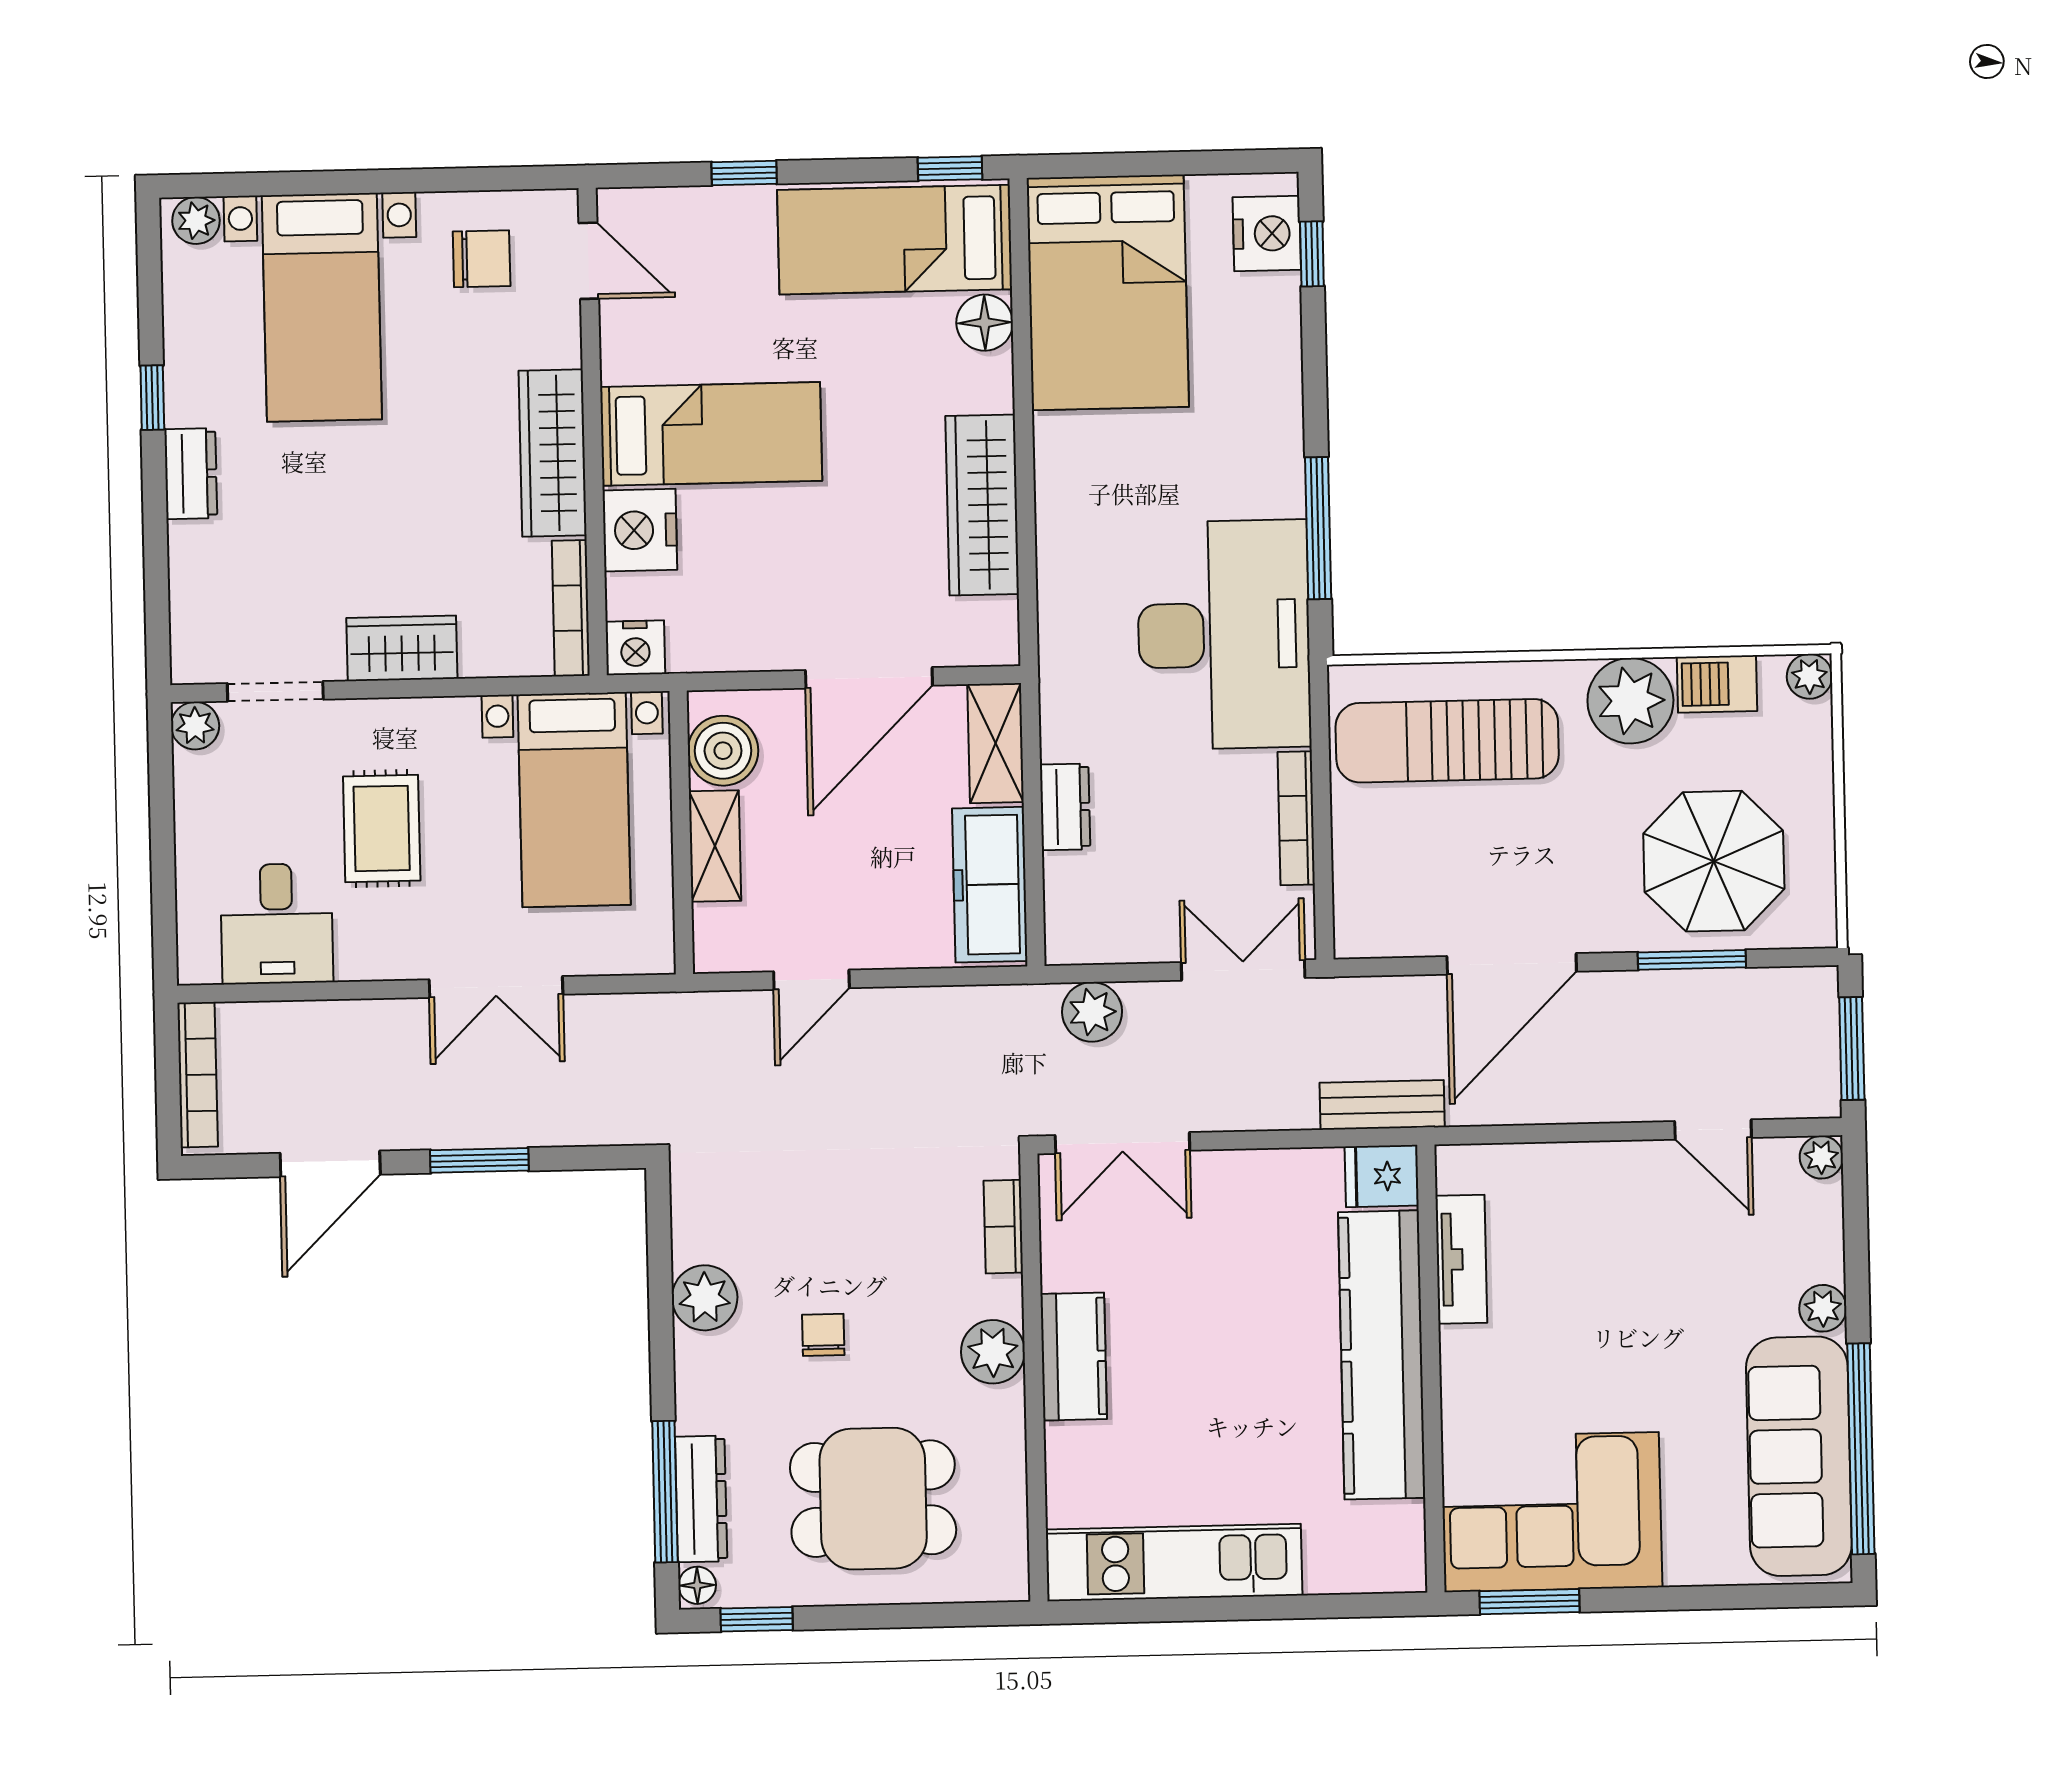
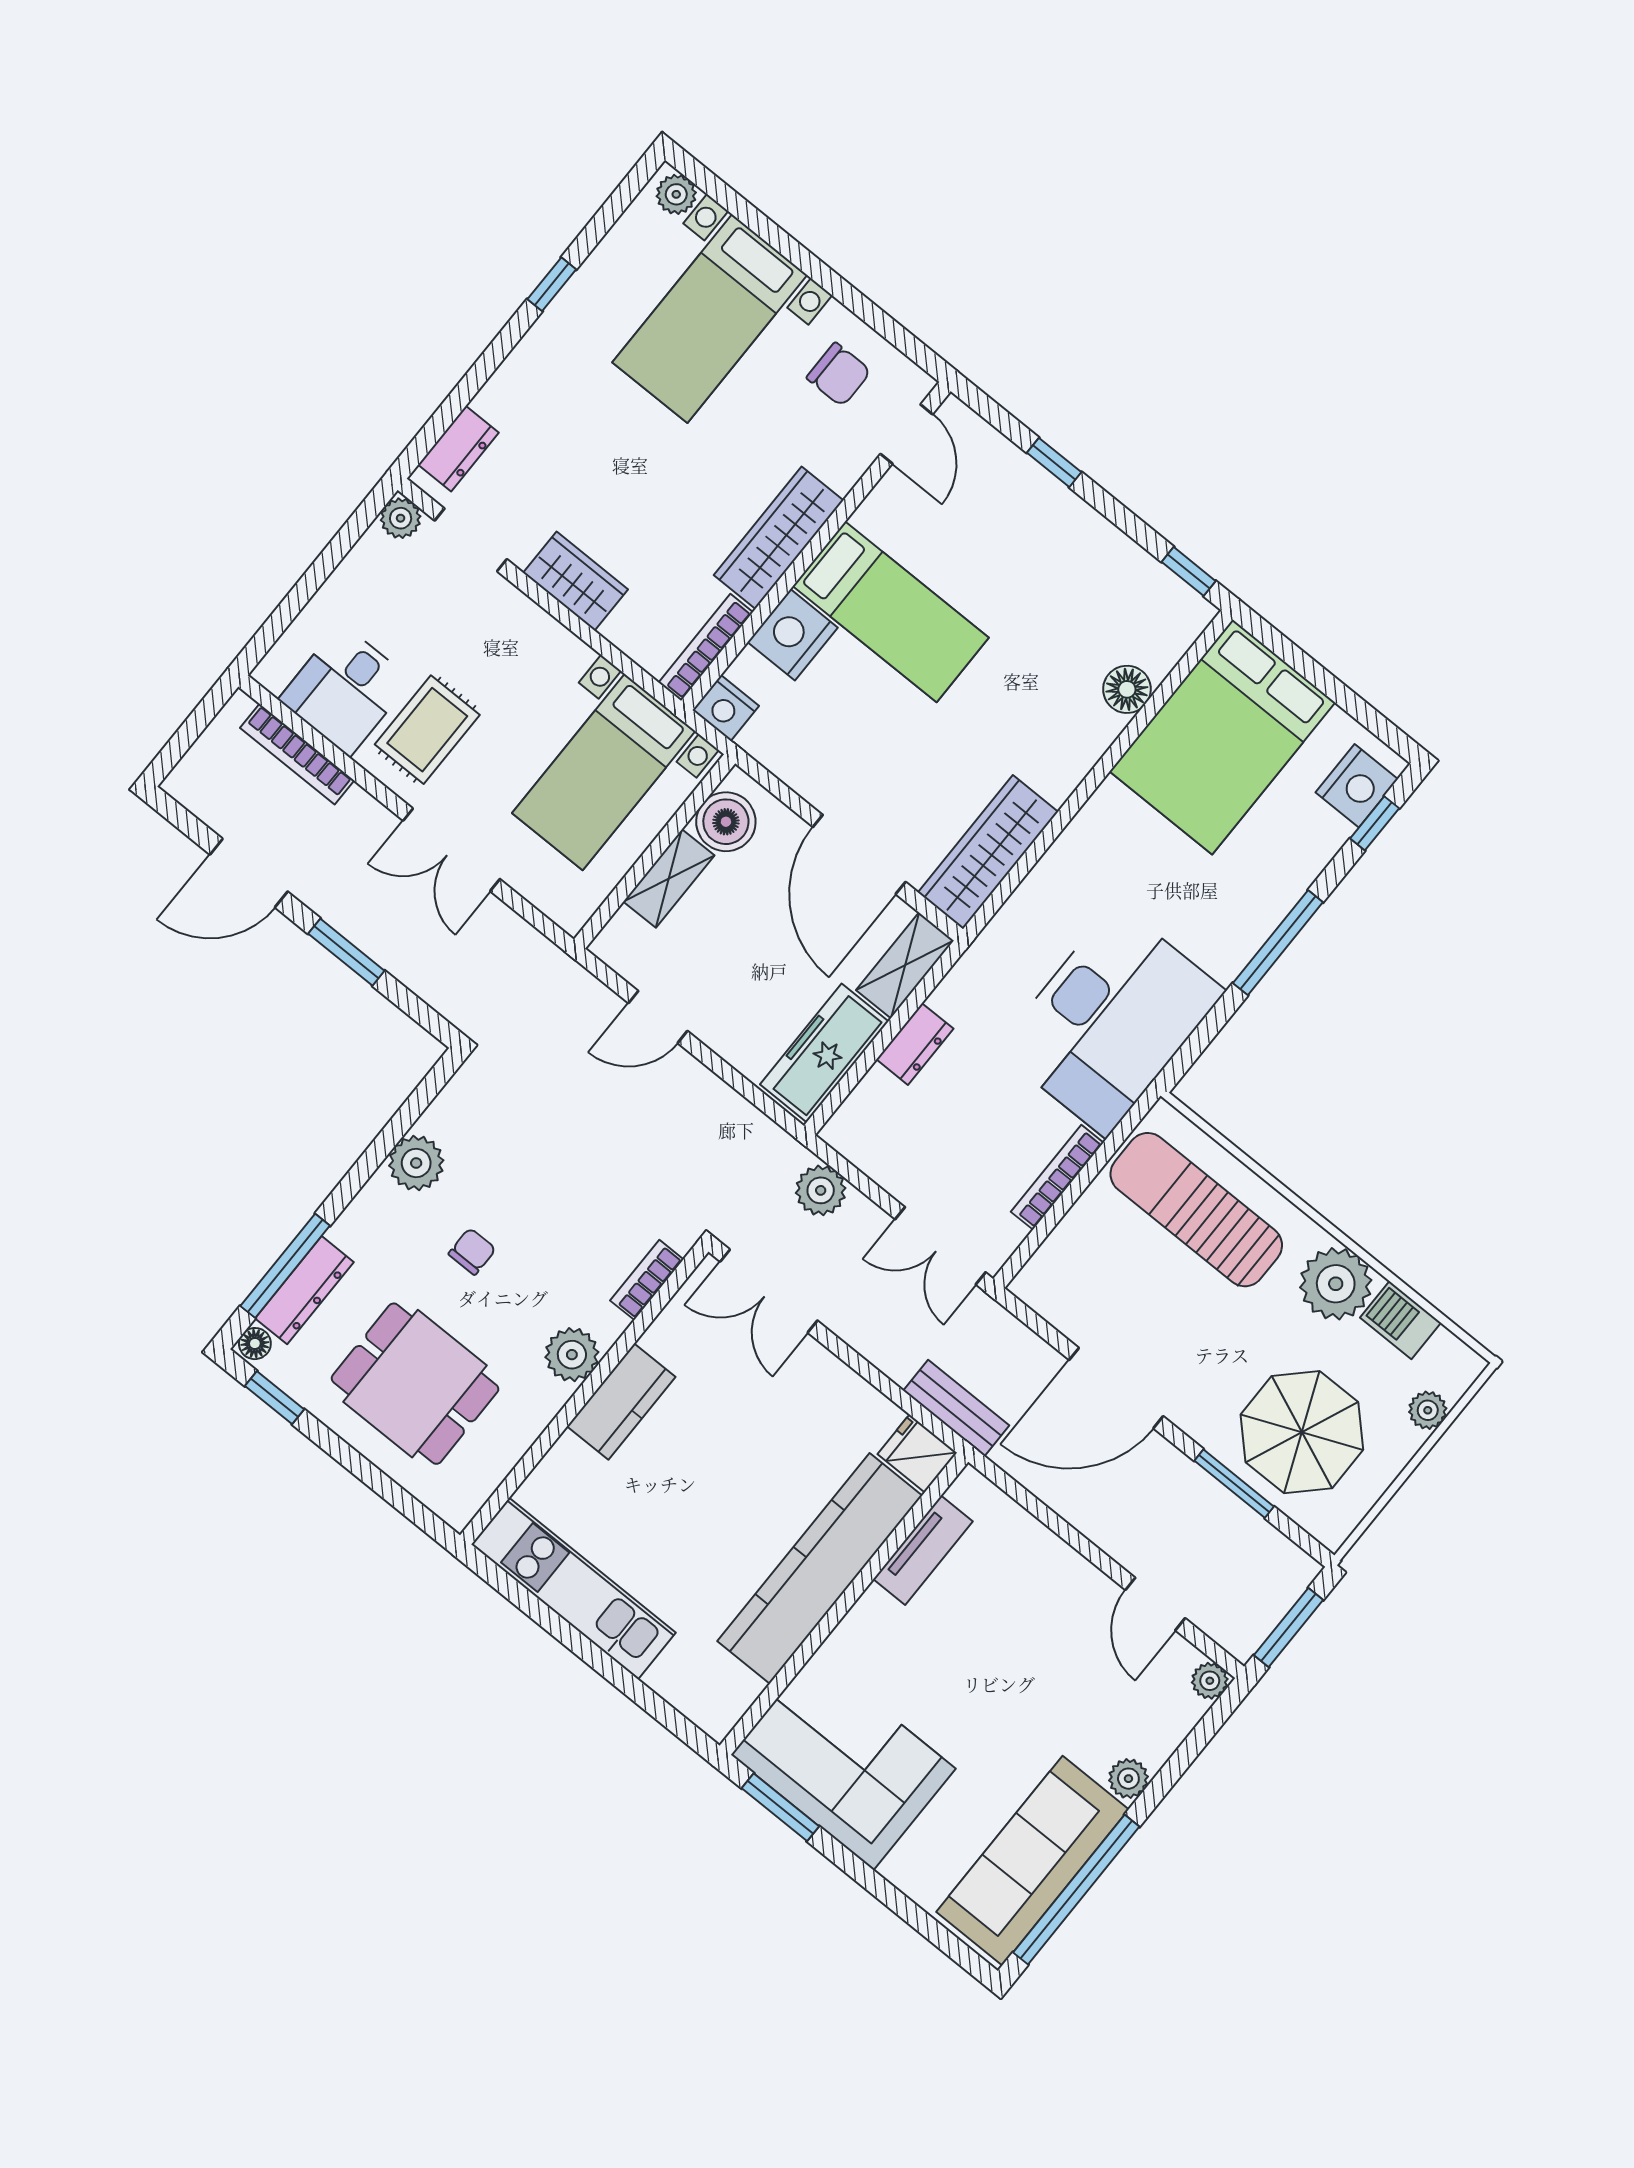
bed: (895, 240) -> (1114, 587), removed
dresser: (191, 474) -> (458, 449), moved
wardrobe: (982, 505) -> (988, 852), moved
window: (1318, 528) -> (1278, 943), moved
plant: (1809, 676) -> (1428, 1410), moved
door: (869, 678) -> (859, 854), hinge flipped
rug: (382, 828) -> (427, 730), moved
double door: (1243, 970) -> (940, 1246), swing flipped
bookcase: (198, 1075) -> (297, 754), moved, turned 90

